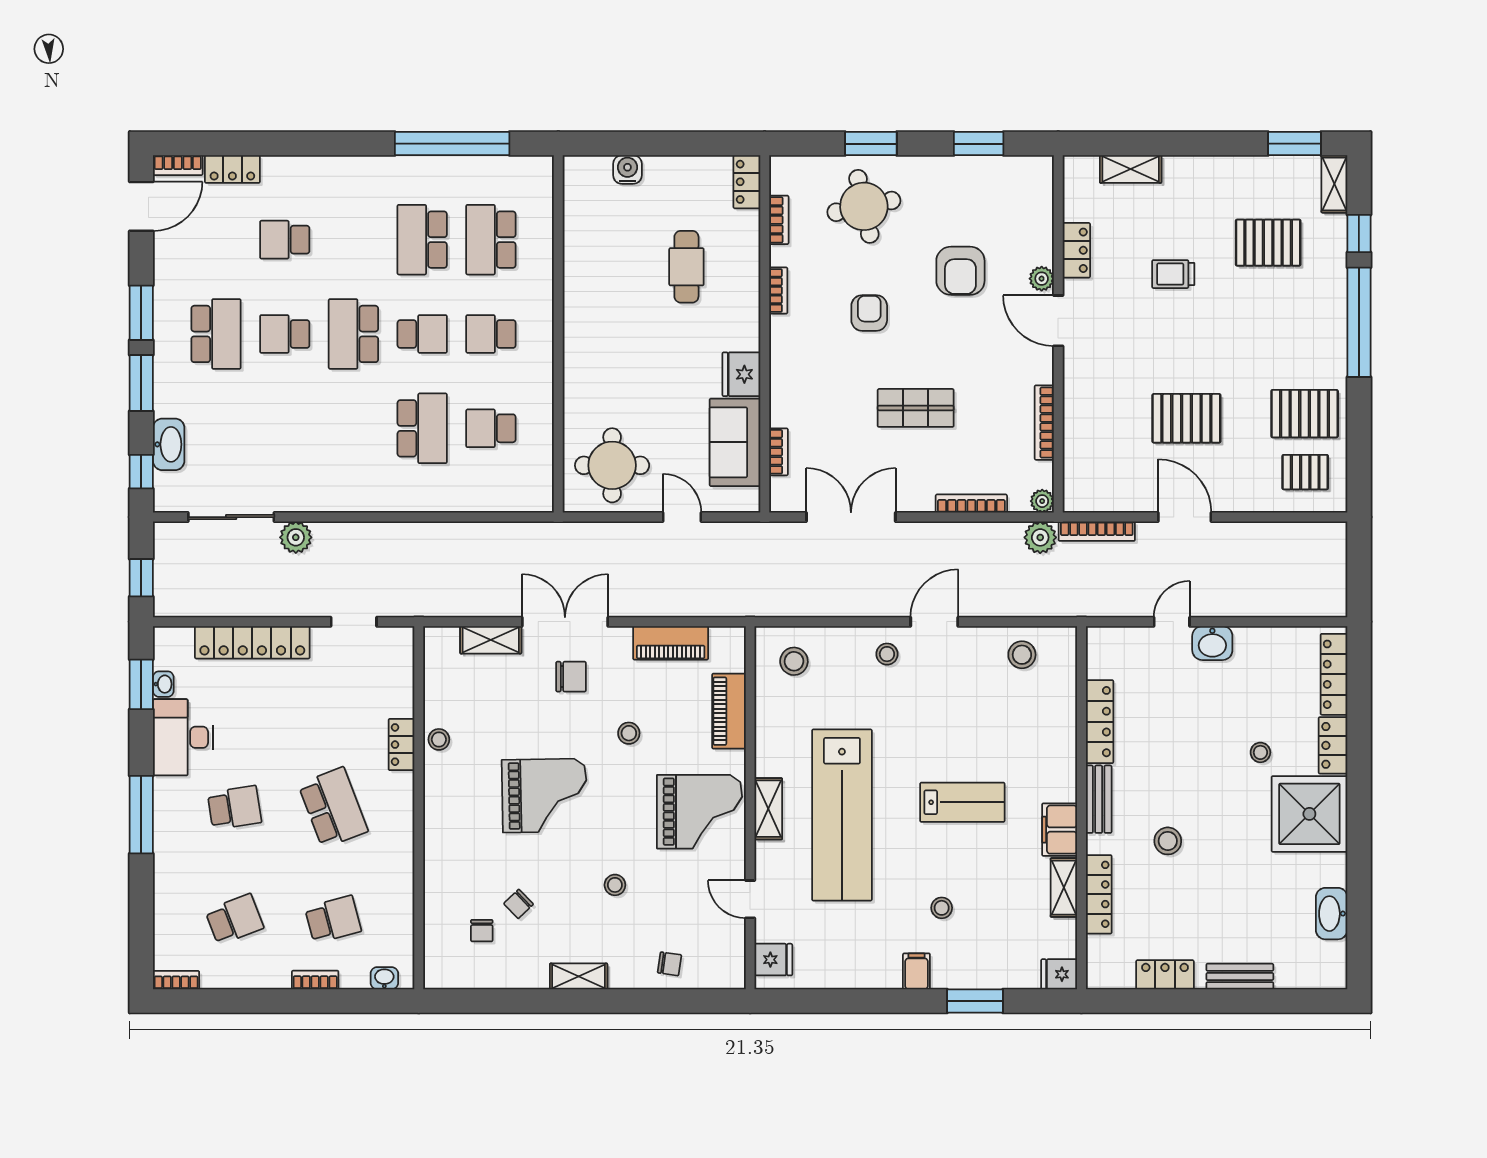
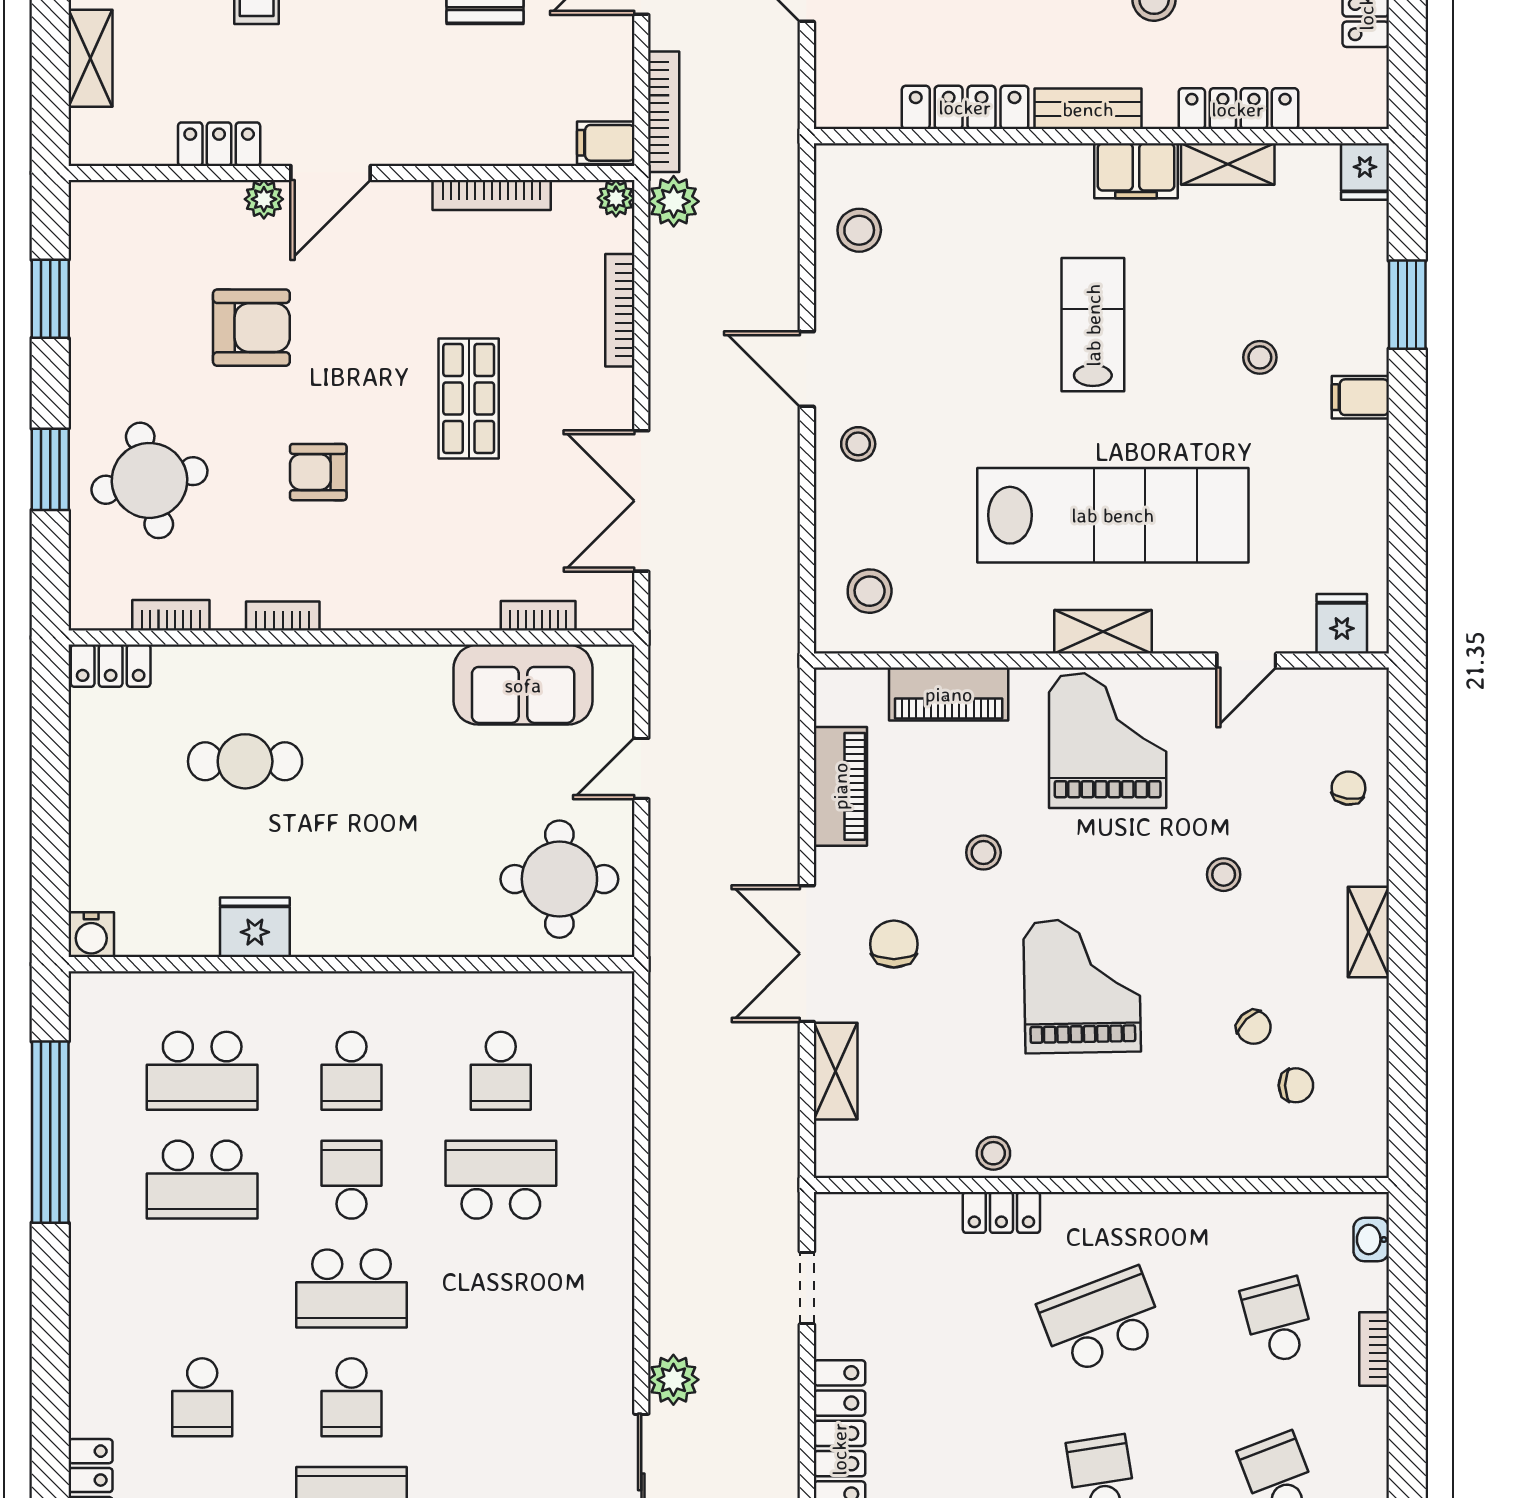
water cooler: (627, 170) -> (91, 935), moved, turned -90
fridge: (741, 374) -> (255, 927), moved, turned 180
filing cabinet: (1077, 495) -> (606, 143), added

